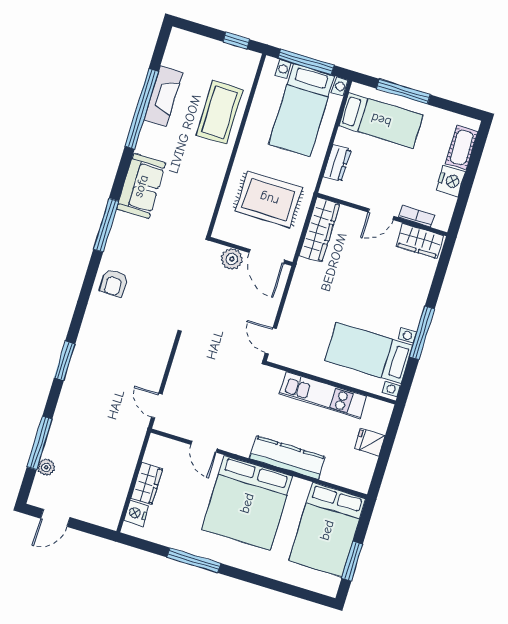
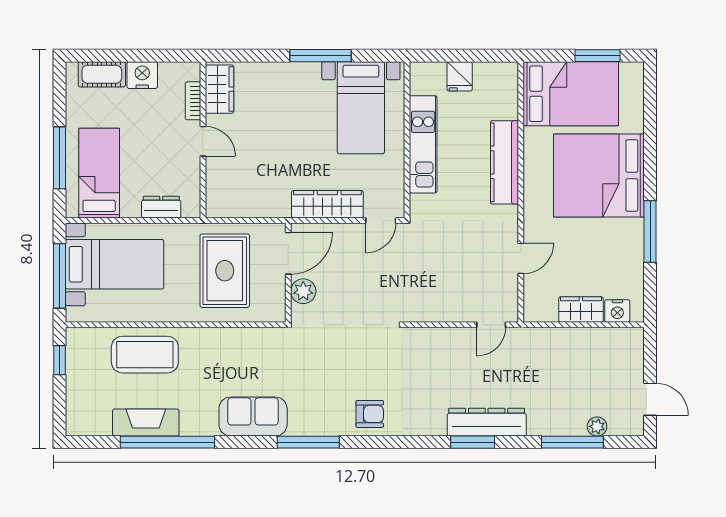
wardrobe: (319, 230) -> (327, 204), moved
dresser: (78, 377) -> (487, 422), added
bed: (247, 503) -> (599, 175), moved, turned 180

